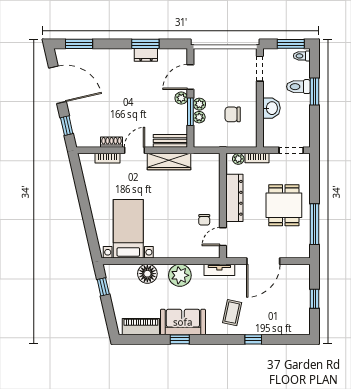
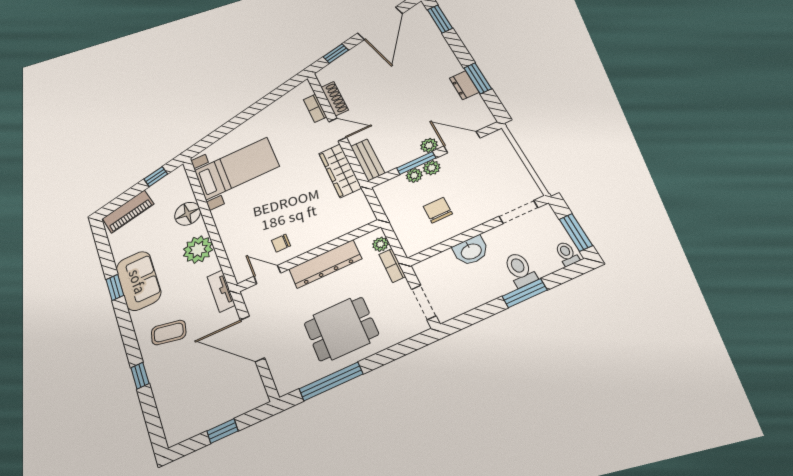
shoe rack: (112, 142) -> (335, 99), width x1.43
piano: (141, 327) -> (128, 211), moved, turned 77

